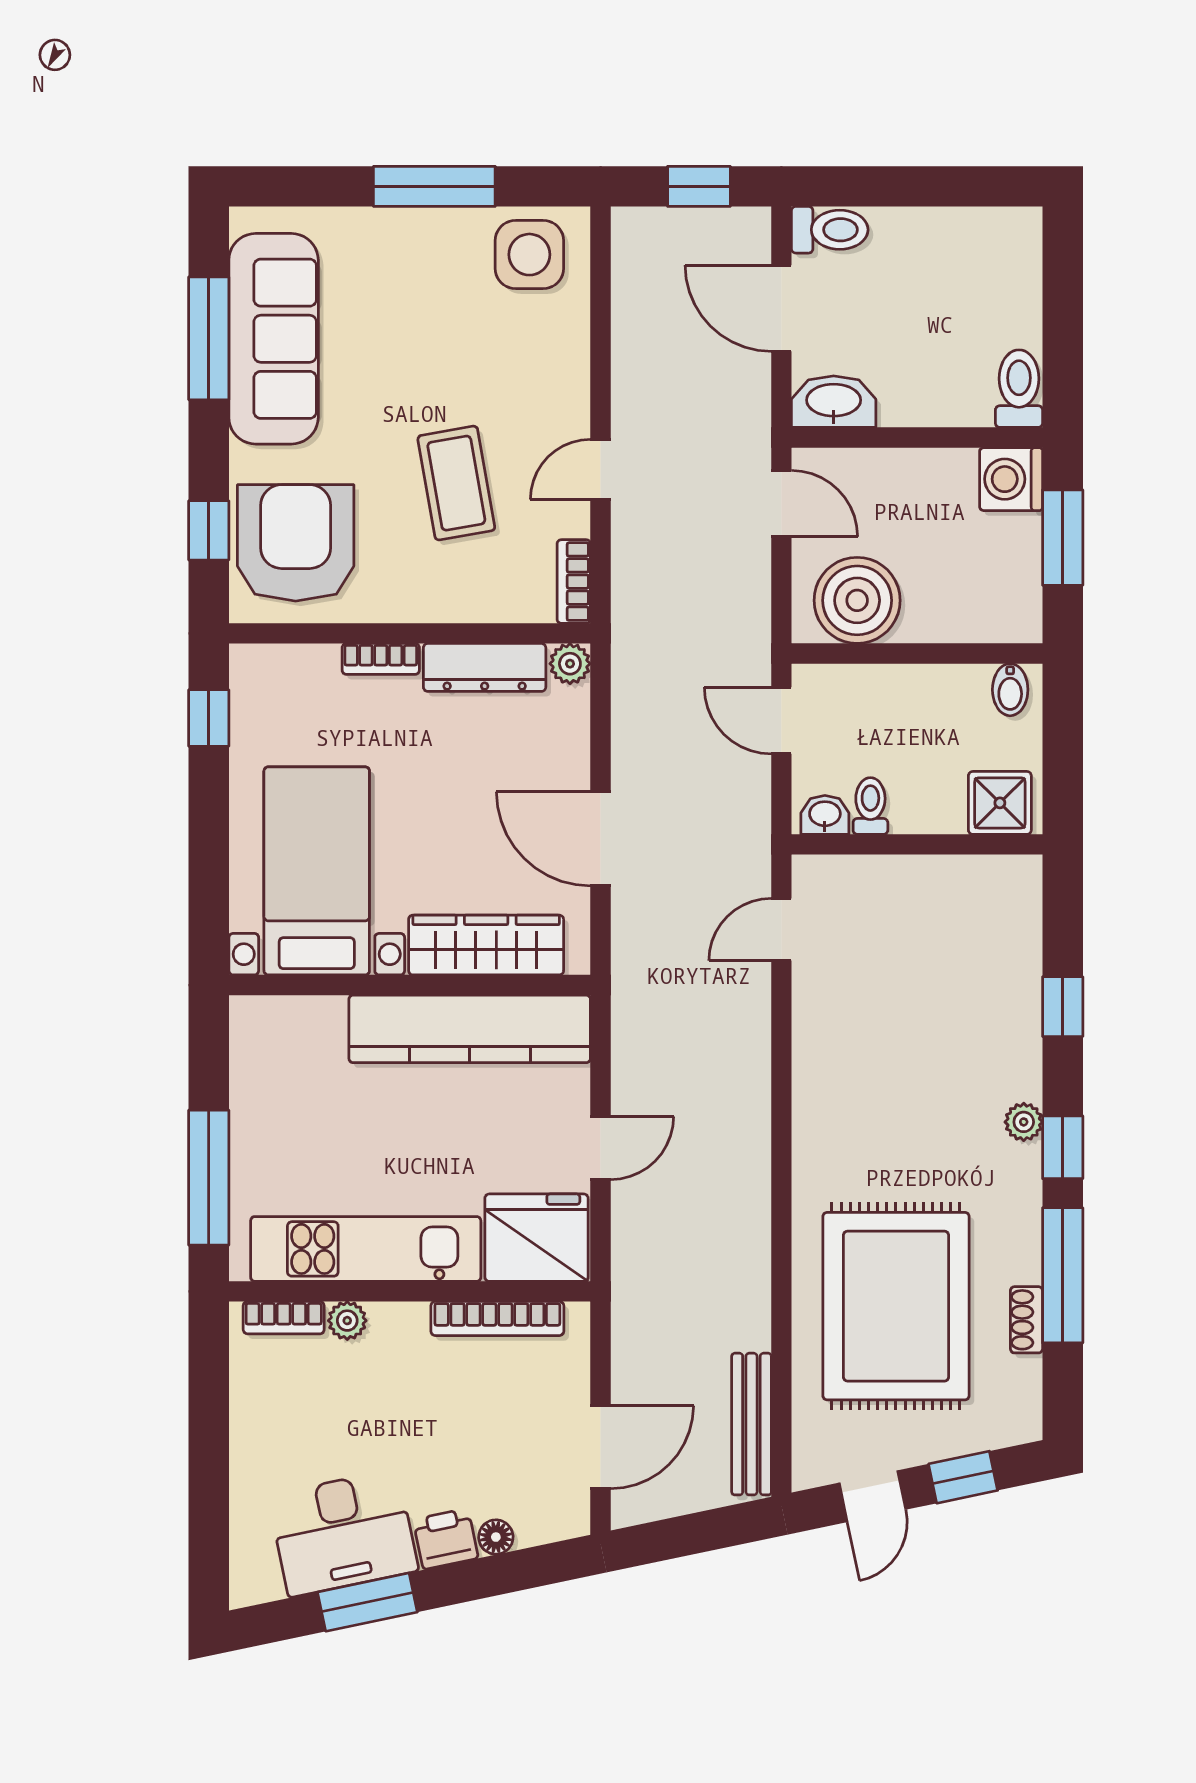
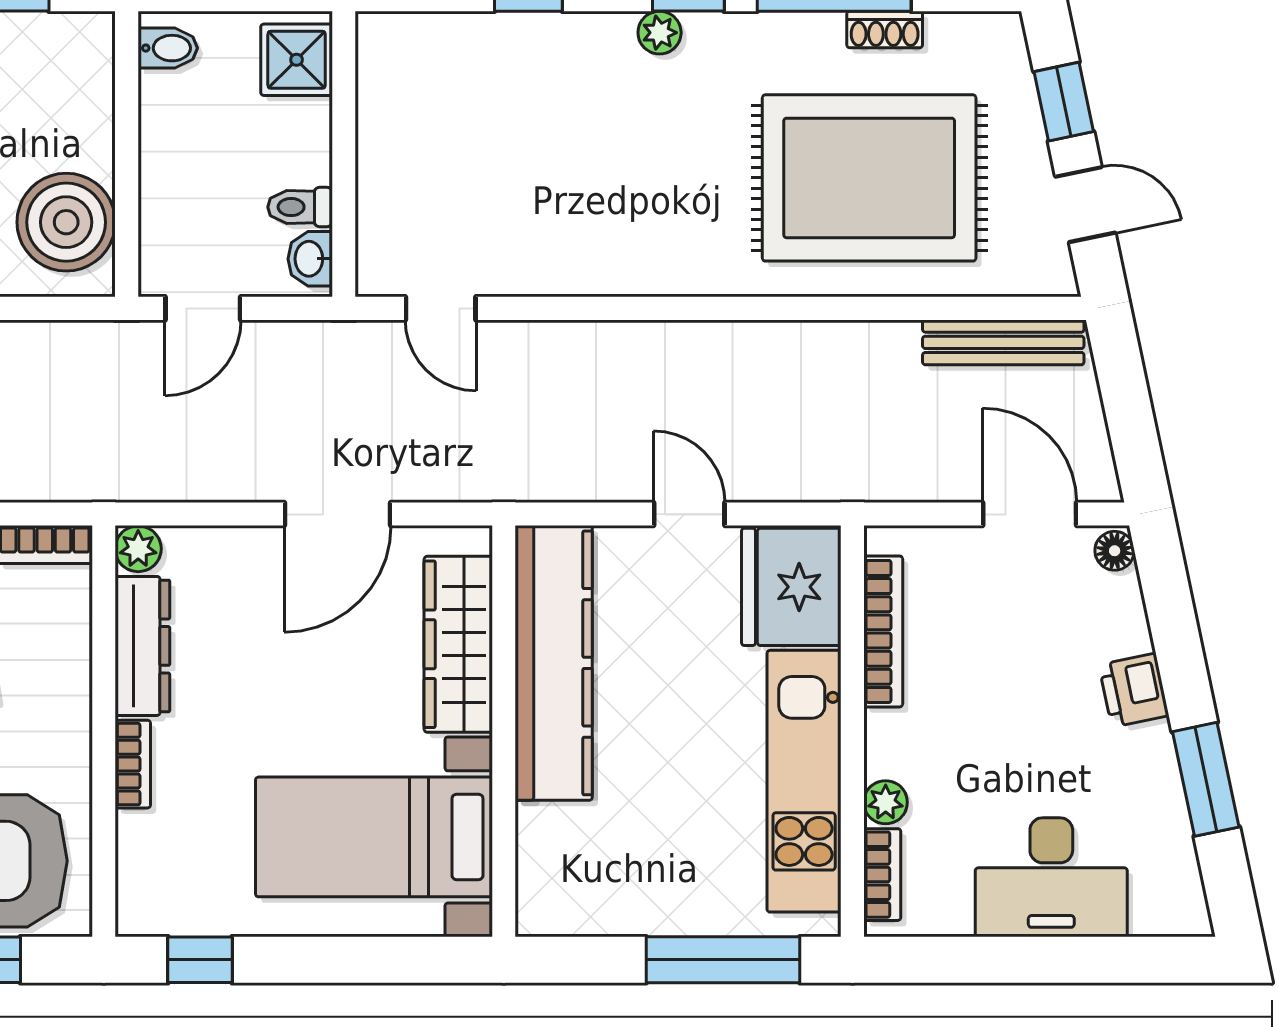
desk: (343, 1533) -> (1051, 877), moved, turned 102
floor lamp: (496, 1537) -> (1115, 551), moved

